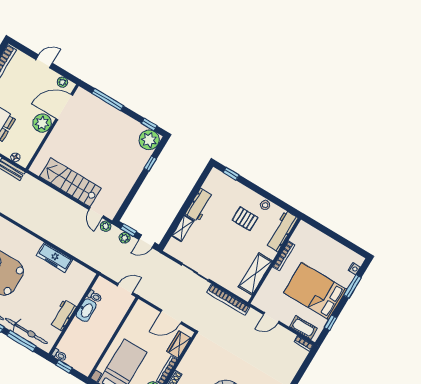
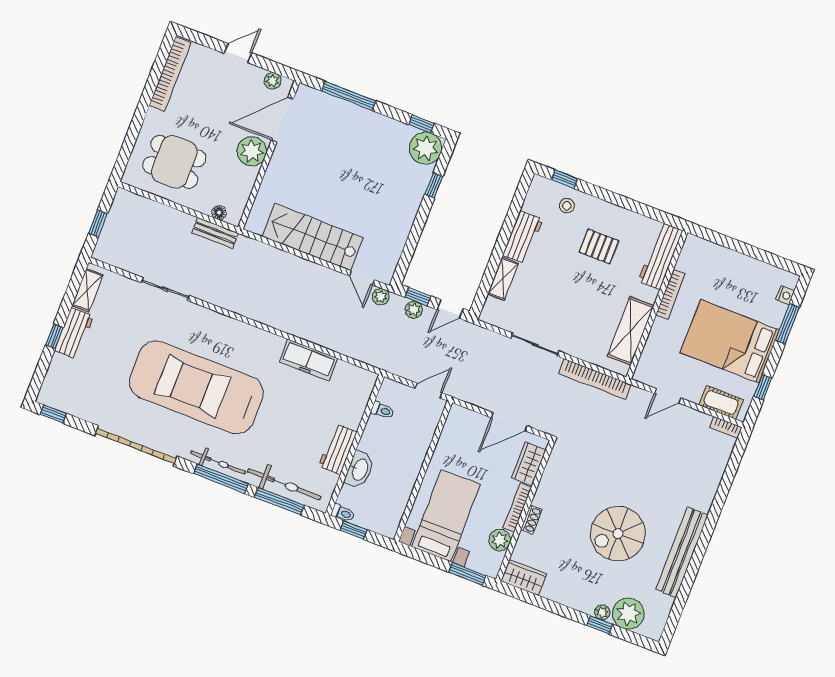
stool: (265, 205) -> (567, 206), moved
washbasin: (86, 310) -> (360, 469), moved

